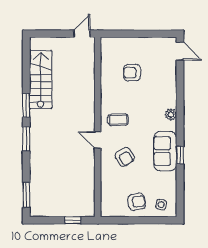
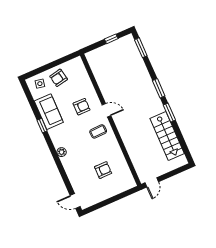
sofa: (165, 151) -> (49, 112), moved
armchair: (125, 157) -> (82, 107), turned 123
window: (73, 220) -> (111, 39), moved

